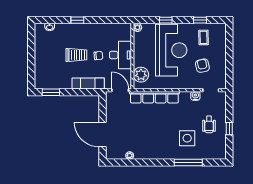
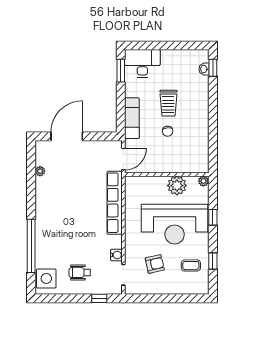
window: (77, 20) -> (213, 68), moved
desk: (120, 55) -> (142, 63), moved, turned 180
plant: (141, 75) -> (177, 186), moved
window: (229, 129) -> (99, 298), moved
side table: (187, 138) -> (46, 278), moved
window: (188, 162) -> (31, 246), width x1.46

